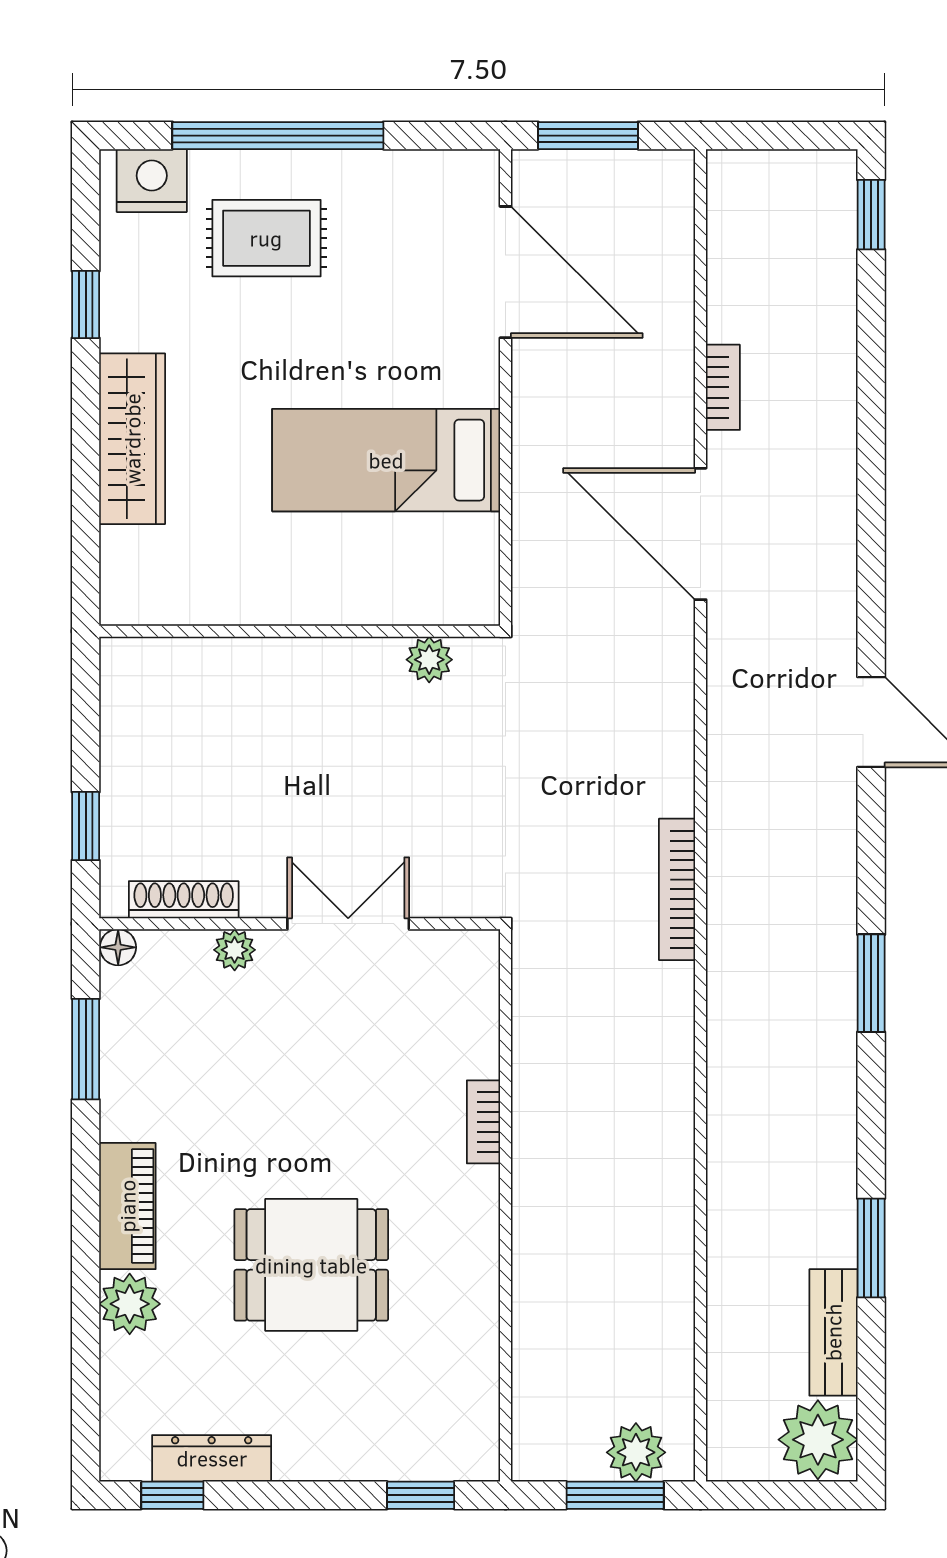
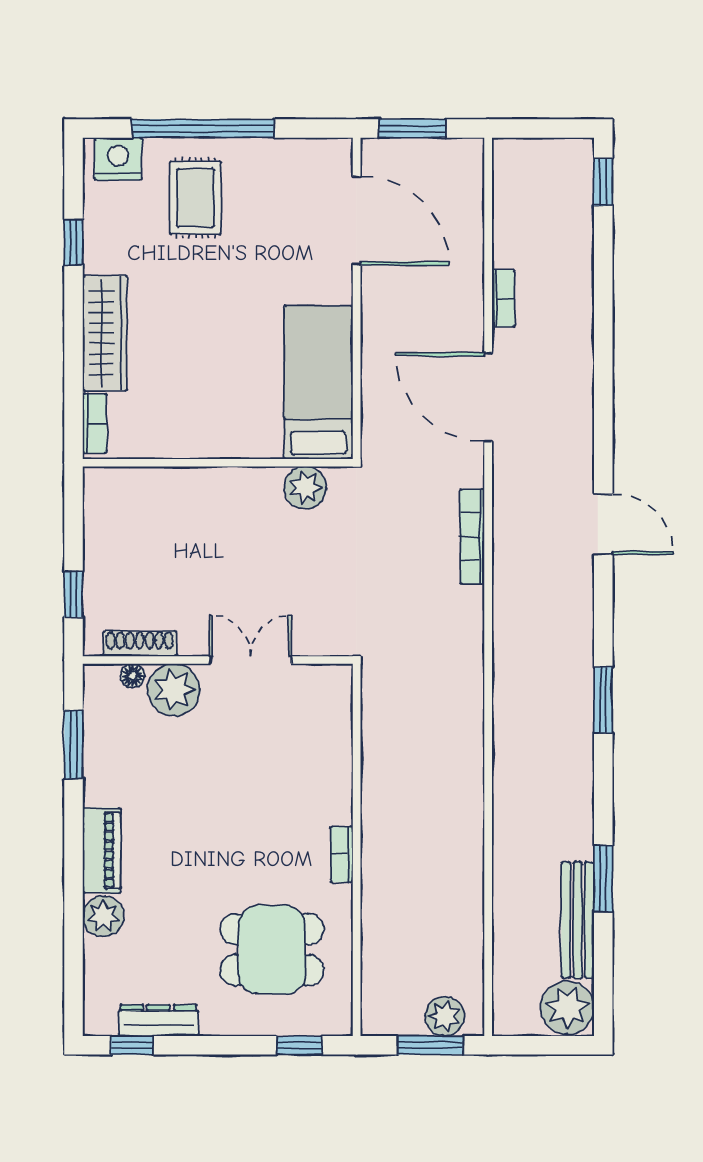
rug: (266, 238) -> (195, 198), turned 90
bed: (386, 460) -> (318, 382), moved, turned 90
bookcase: (117, 573) -> (95, 423), added
plant: (429, 660) -> (305, 488), width x1.38, depth x1.38
bookcase: (677, 889) -> (472, 537), moved
floor lamp: (118, 947) -> (133, 676), moved
plant: (235, 950) -> (174, 690), width x1.87, depth x1.87
bookcase: (483, 1122) -> (342, 854), moved
dining table: (311, 1265) -> (272, 950), moved
bench: (833, 1332) -> (578, 920), width x1.36

